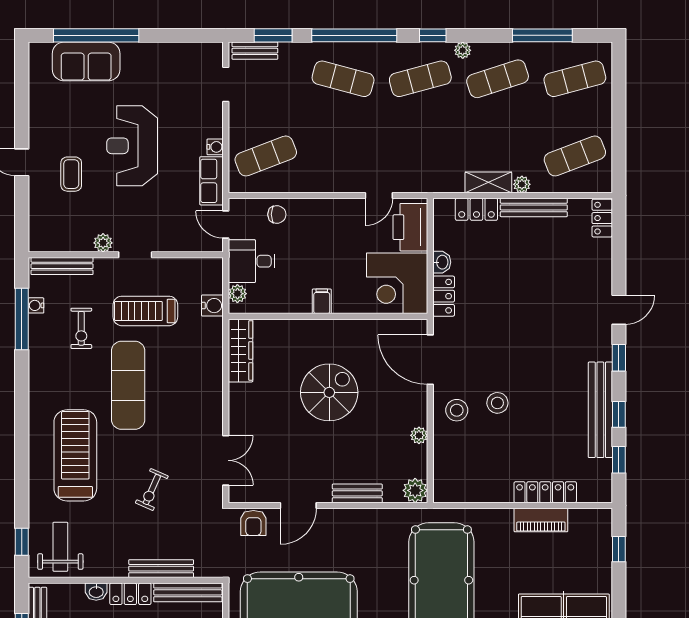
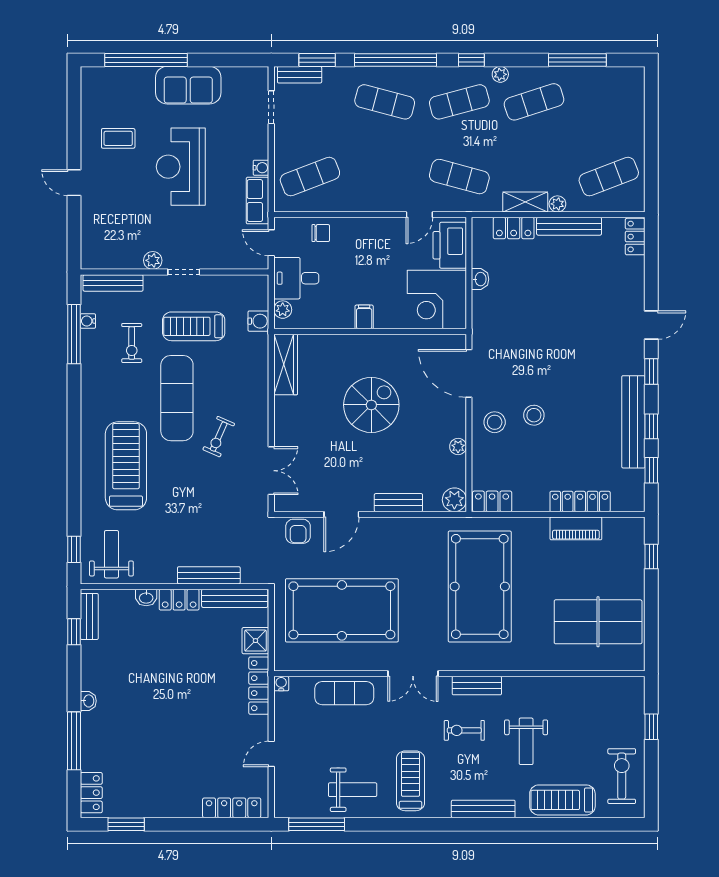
sofa: (86, 61) -> (188, 85), moved
exercise mat: (575, 79) -> (459, 177), moved, turned 30
coffee table: (71, 174) -> (118, 138), moved, turned 90
locker: (444, 296) -> (492, 501), moved, turned -90
exercise bike: (152, 490) -> (219, 437), moved

